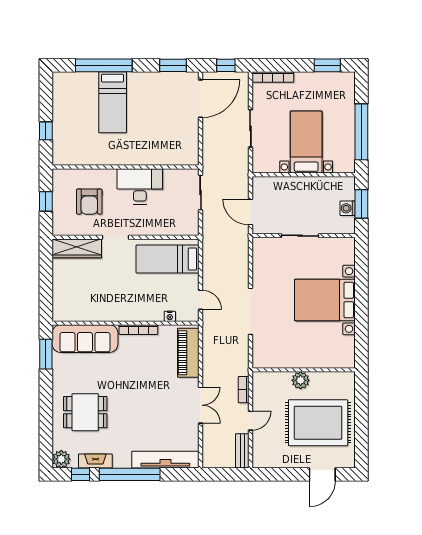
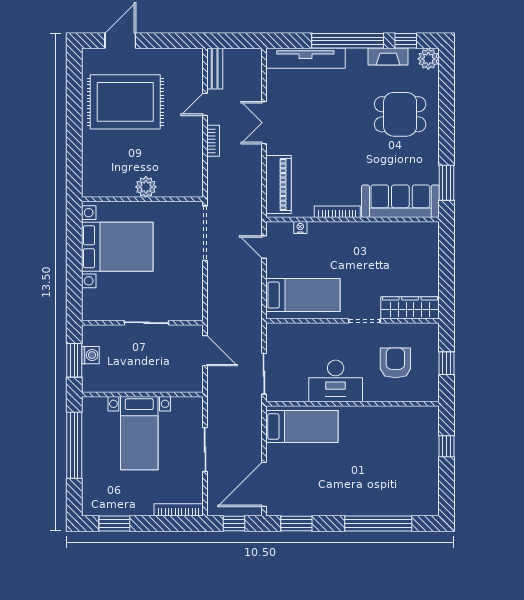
bed: (113, 102) -> (302, 427), moved, turned 90
wall: (304, 370) -> (142, 199), moved
plant: (301, 380) -> (146, 187), moved

